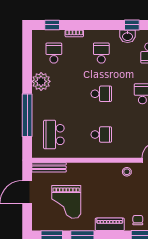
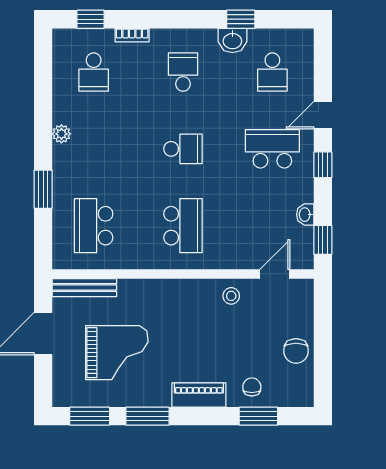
school desk: (54, 53) -> (94, 72), turned 180
plant: (41, 81) -> (61, 134), width x0.53, depth x0.53
window: (27, 115) -> (43, 189), width x0.47
school desk: (101, 135) -> (183, 226), width x1.85
grand piano: (66, 202) -> (117, 353), turned -90

